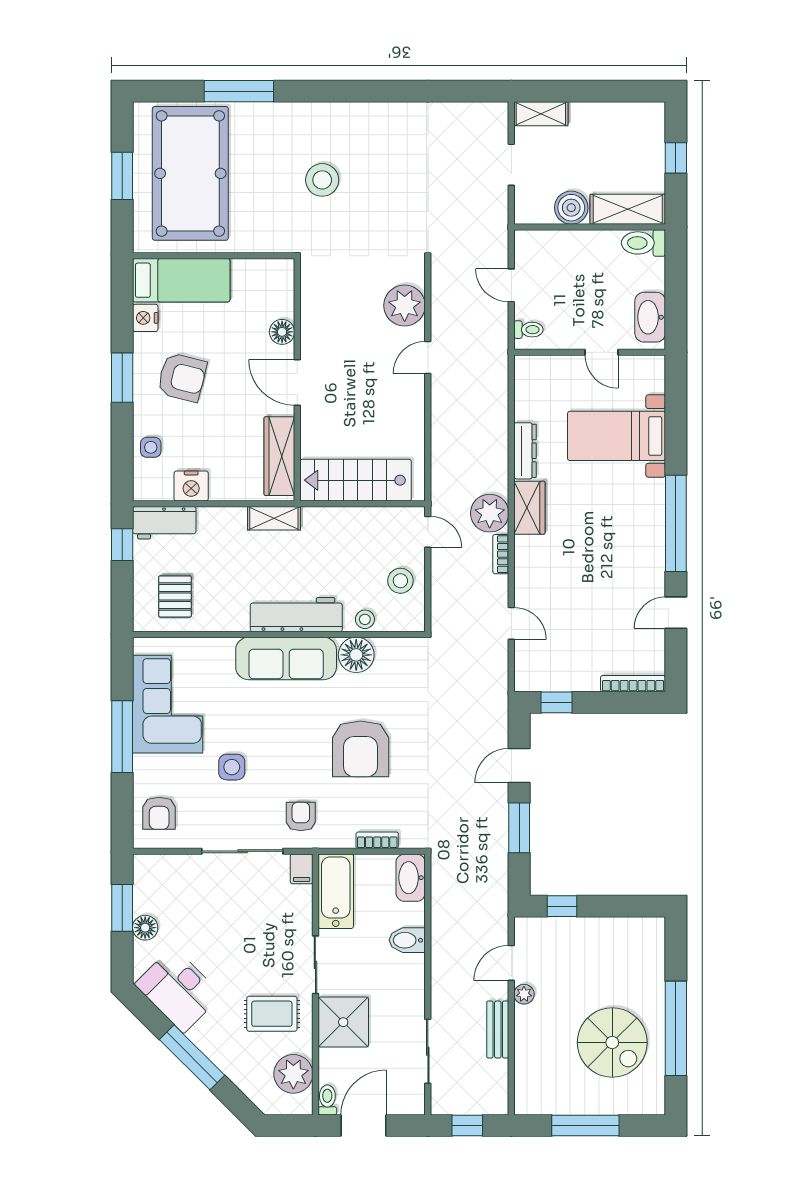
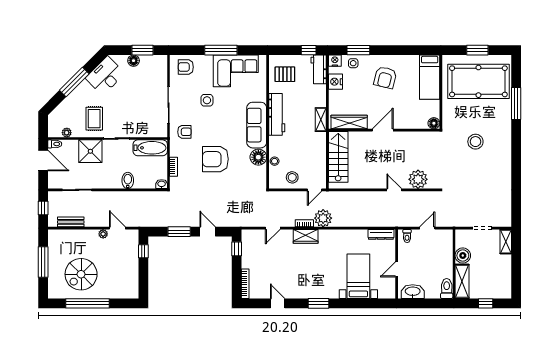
nightstand: (145, 318) -> (335, 61), moved
floor lamp: (282, 332) -> (434, 123), moved
window: (122, 378) -> (358, 50), moved
dresser: (525, 451) -> (381, 234), moved
wardrobe: (529, 508) -> (306, 236), moved
window: (676, 523) -> (318, 303), width x0.47
workbench: (296, 615) -> (277, 114), moved
filing cabinet: (302, 869) -> (160, 132), removed
washbasin: (411, 878) -> (162, 184), width x0.52, depth x0.69
bench: (498, 1030) -> (71, 222), moved
plant: (293, 1074) -> (67, 133), width x0.53, depth x0.53

